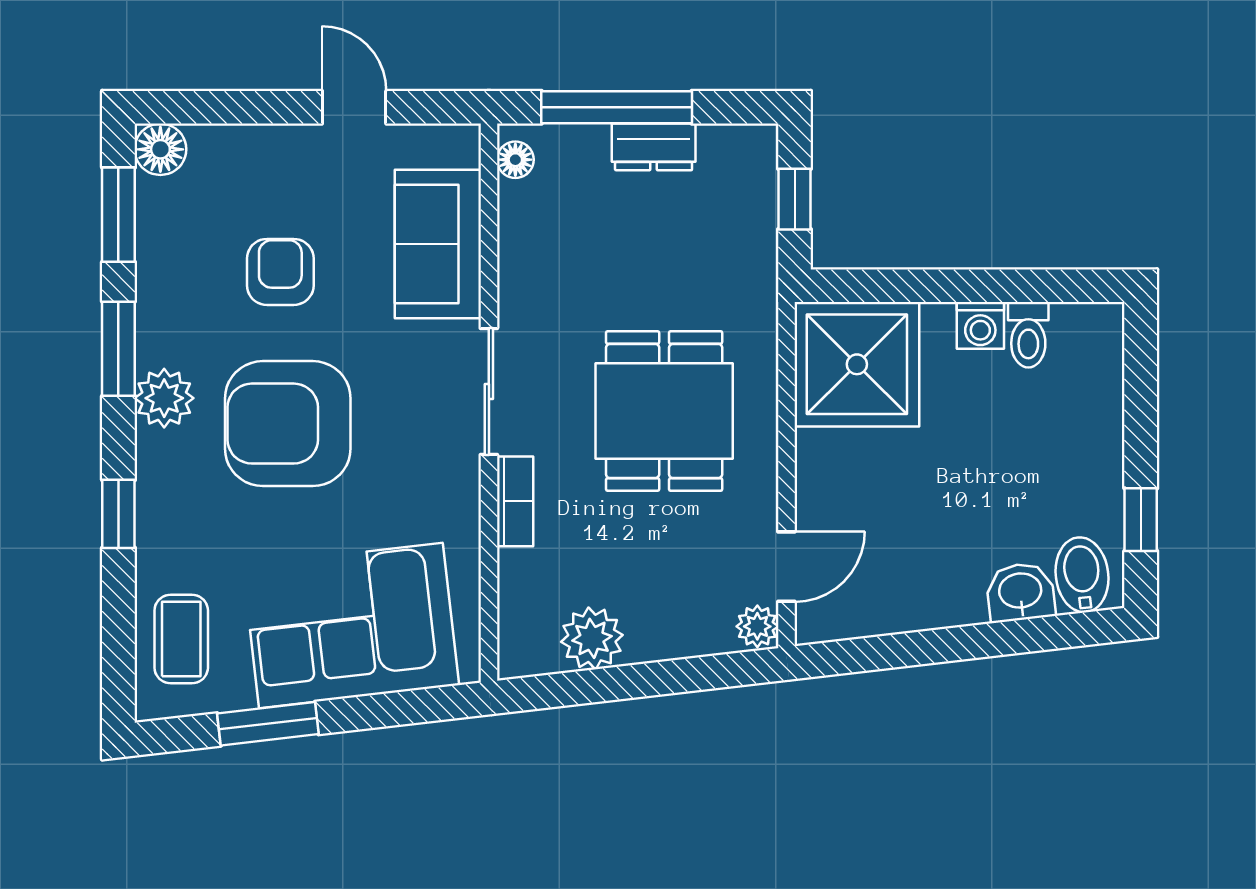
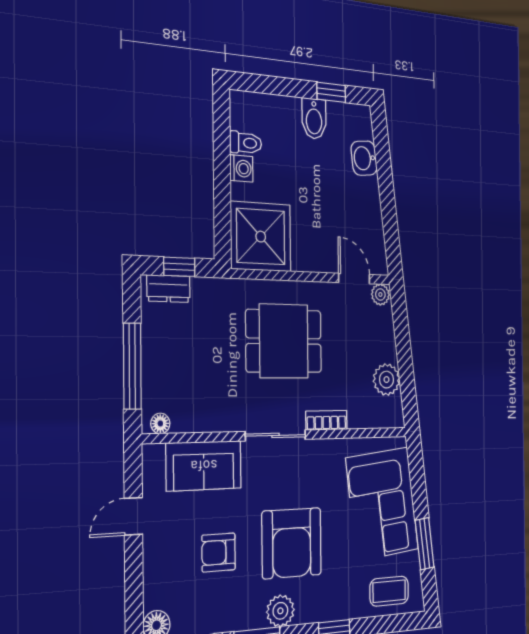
dresser: (654, 147) -> (168, 289), moved, turned 90
bidet: (1082, 575) -> (314, 119), moved, turned -83

